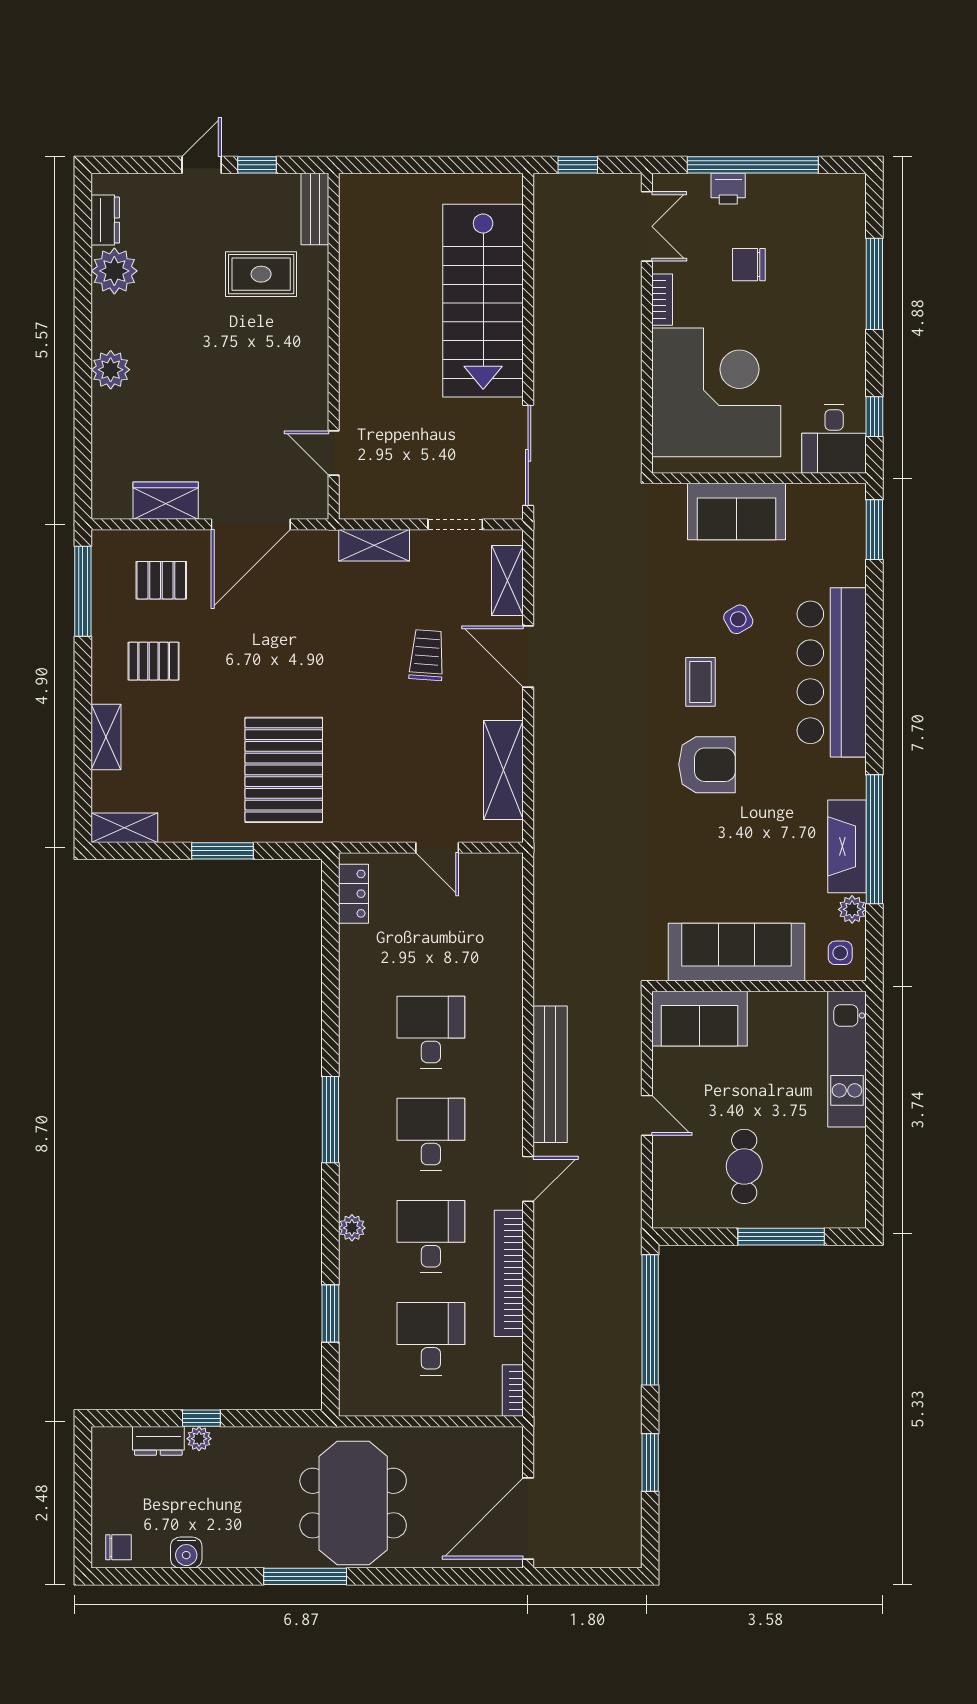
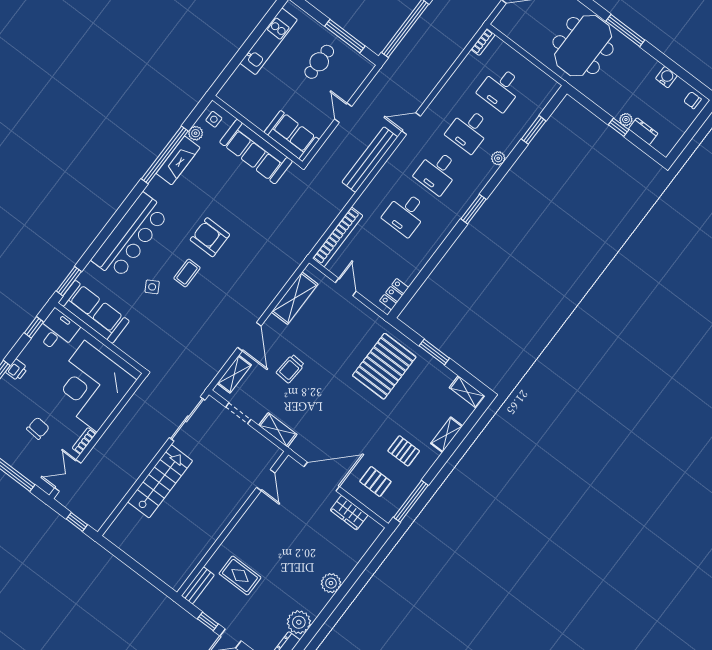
printer: (728, 189) -> (17, 370), moved, turned 90
chair: (749, 265) -> (38, 428), turned -85
stairs: (483, 301) -> (160, 481), width x0.73, depth x0.66
sofa: (737, 511) -> (94, 312), moved, width x1.36
kitchen unit: (847, 1059) -> (269, 41), moved
window: (330, 1120) -> (474, 209), width x0.69
window: (781, 1237) -> (345, 36), moved
bookcase: (509, 1273) -> (338, 237), moved

